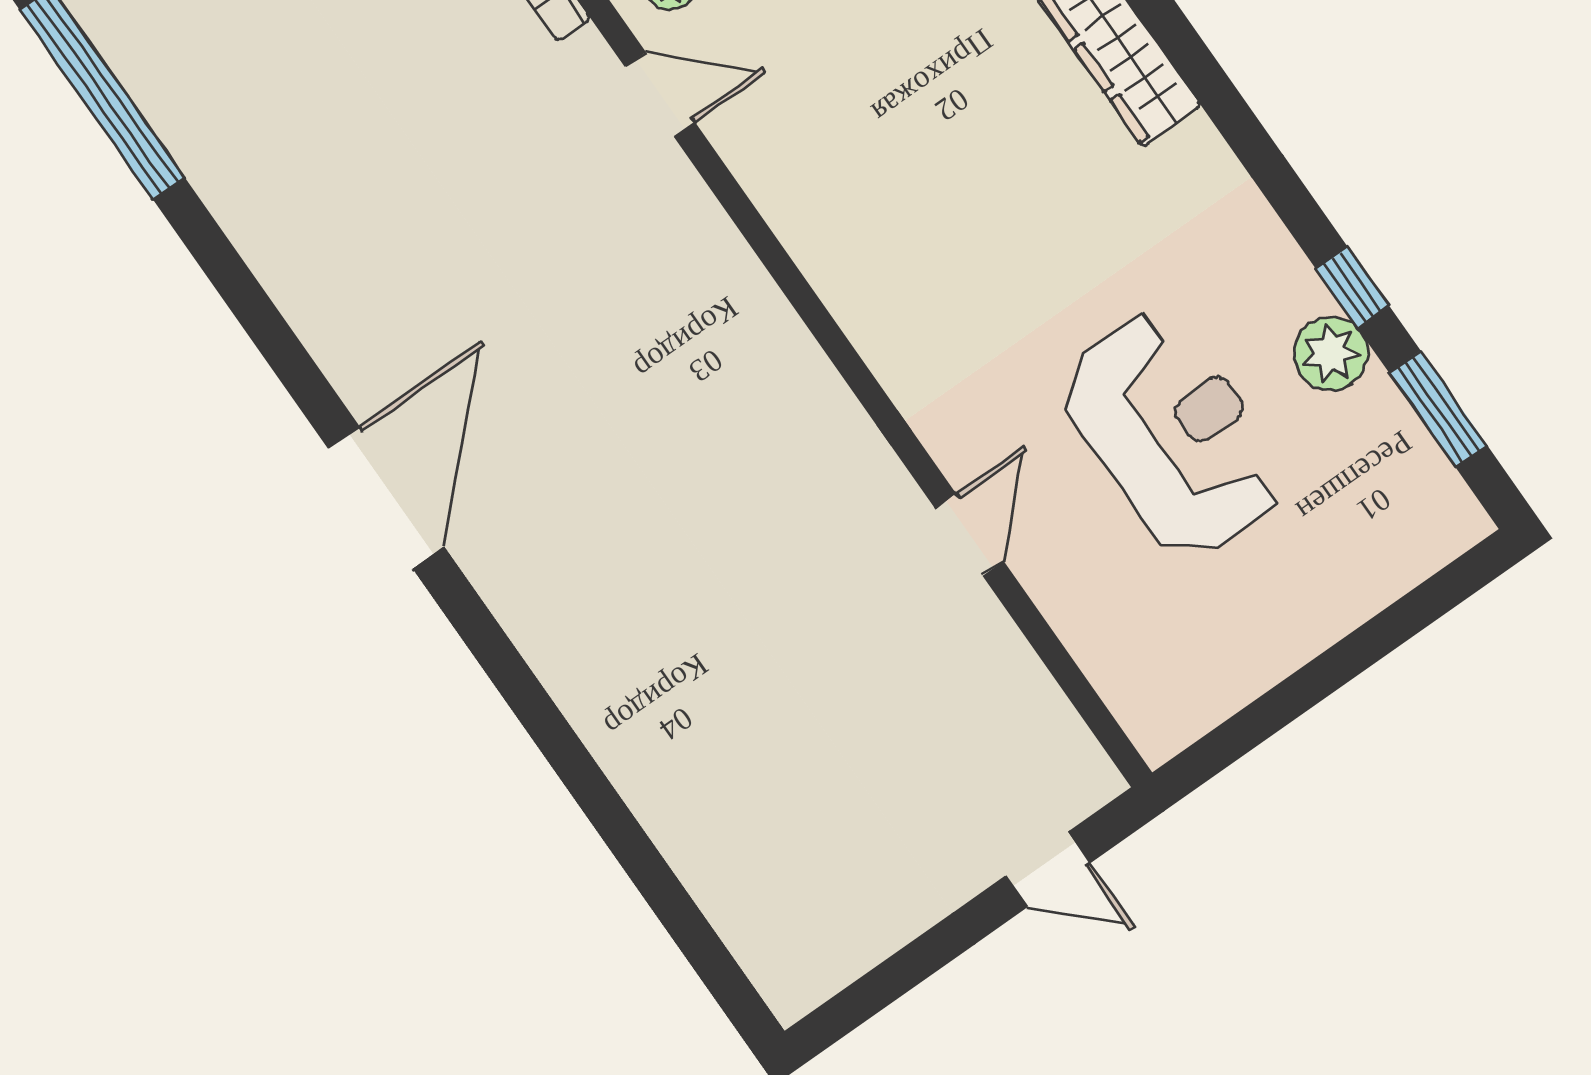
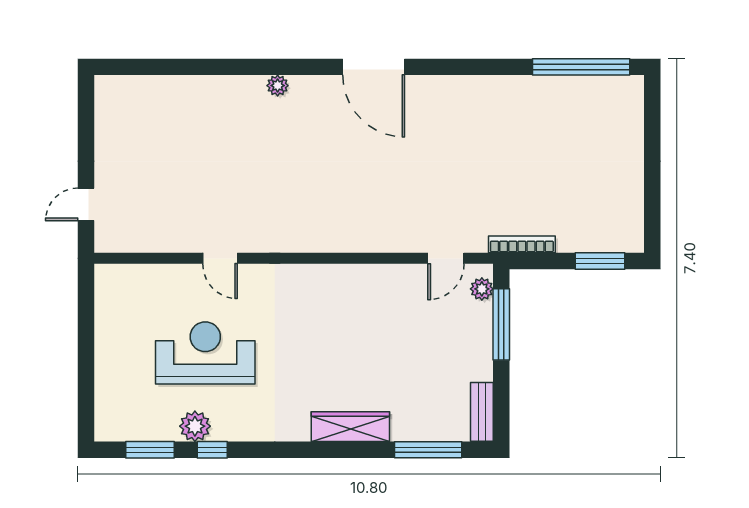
reception desk: (1174, 434) -> (205, 353), turned 180
plant: (554, 659) -> (278, 86), added

